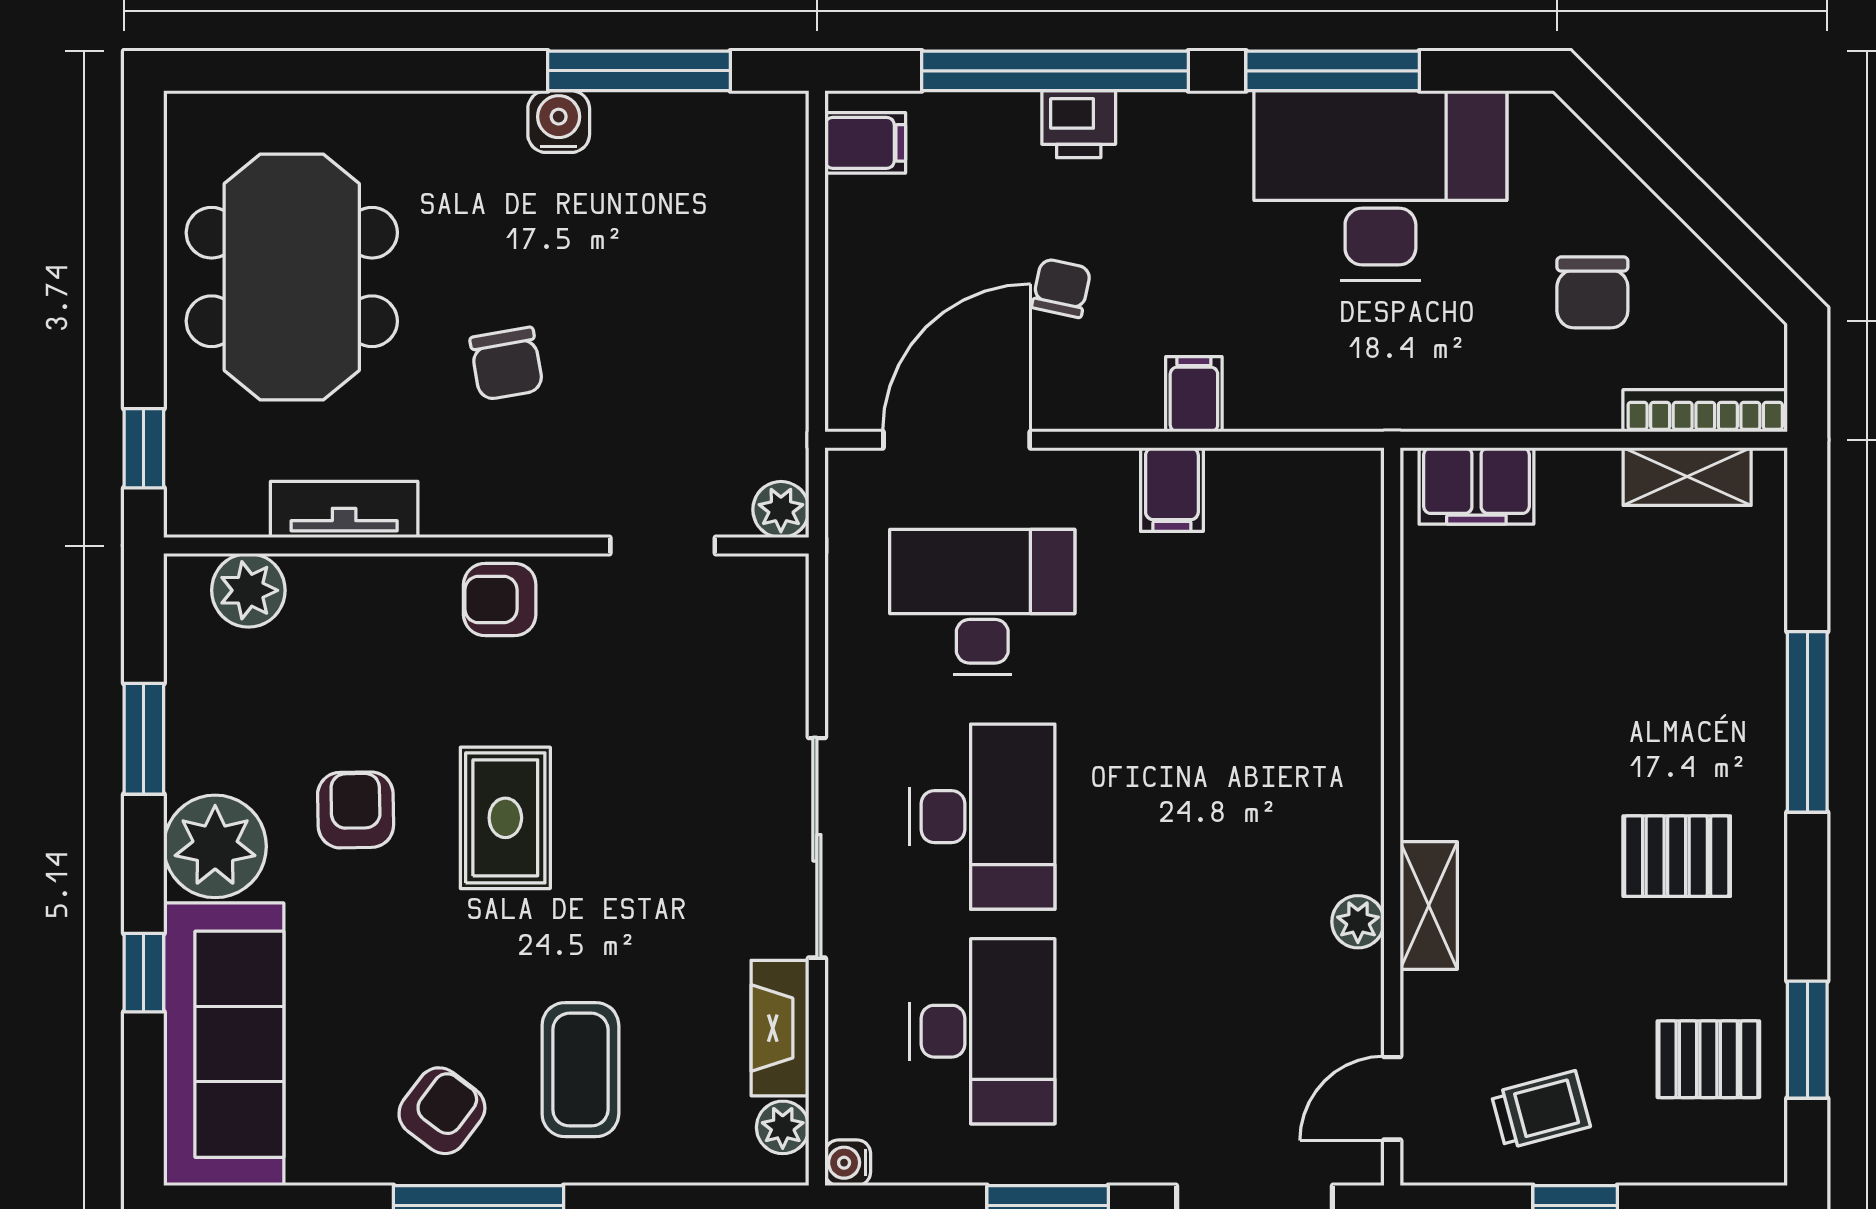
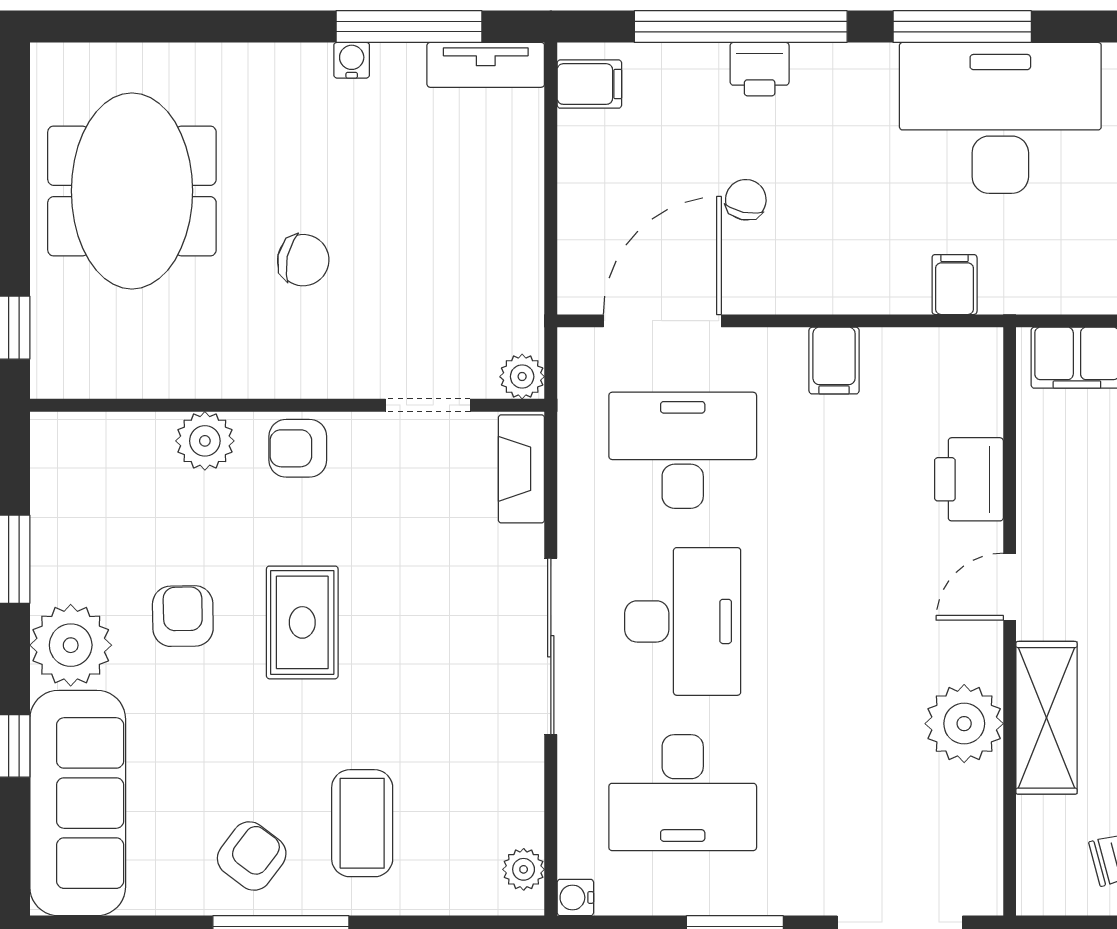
water cooler: (559, 122) -> (352, 60), width x0.72, depth x0.72
chair: (507, 364) -> (303, 260), turned -68
filing cabinet: (1194, 394) -> (955, 285), moved
tv unit: (344, 509) -> (486, 65), moved, turned 180
plant: (248, 590) -> (205, 441), moved
printer: (1341, 638) -> (969, 479), added
shelving: (1429, 906) -> (1047, 718), width x1.50, depth x1.33
plant: (1358, 922) -> (964, 724), width x1.88, depth x1.88
fireplace: (780, 1028) -> (521, 469), moved
desk: (982, 1031) -> (683, 793), turned 90
door: (1392, 1098) -> (1010, 587), moved

